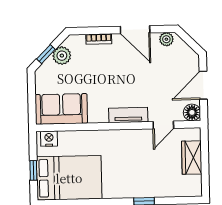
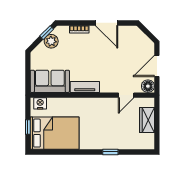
plant: (166, 39) -> (130, 31), removed
window: (46, 54) -> (47, 33), moved
tv unit: (128, 115) -> (85, 87), moved

